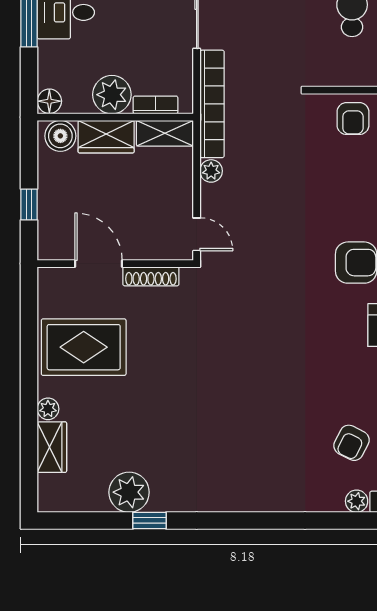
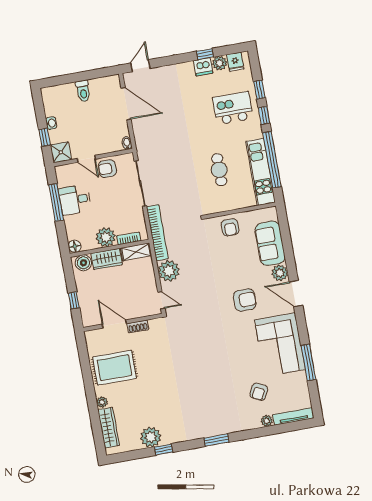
plant: (211, 171) -> (169, 271), width x1.87, depth x1.87
shoe rack: (151, 276) -> (138, 326), width x0.70
wardrobe: (52, 447) -> (109, 428), width x1.50
window: (254, 521) -> (216, 440), added

